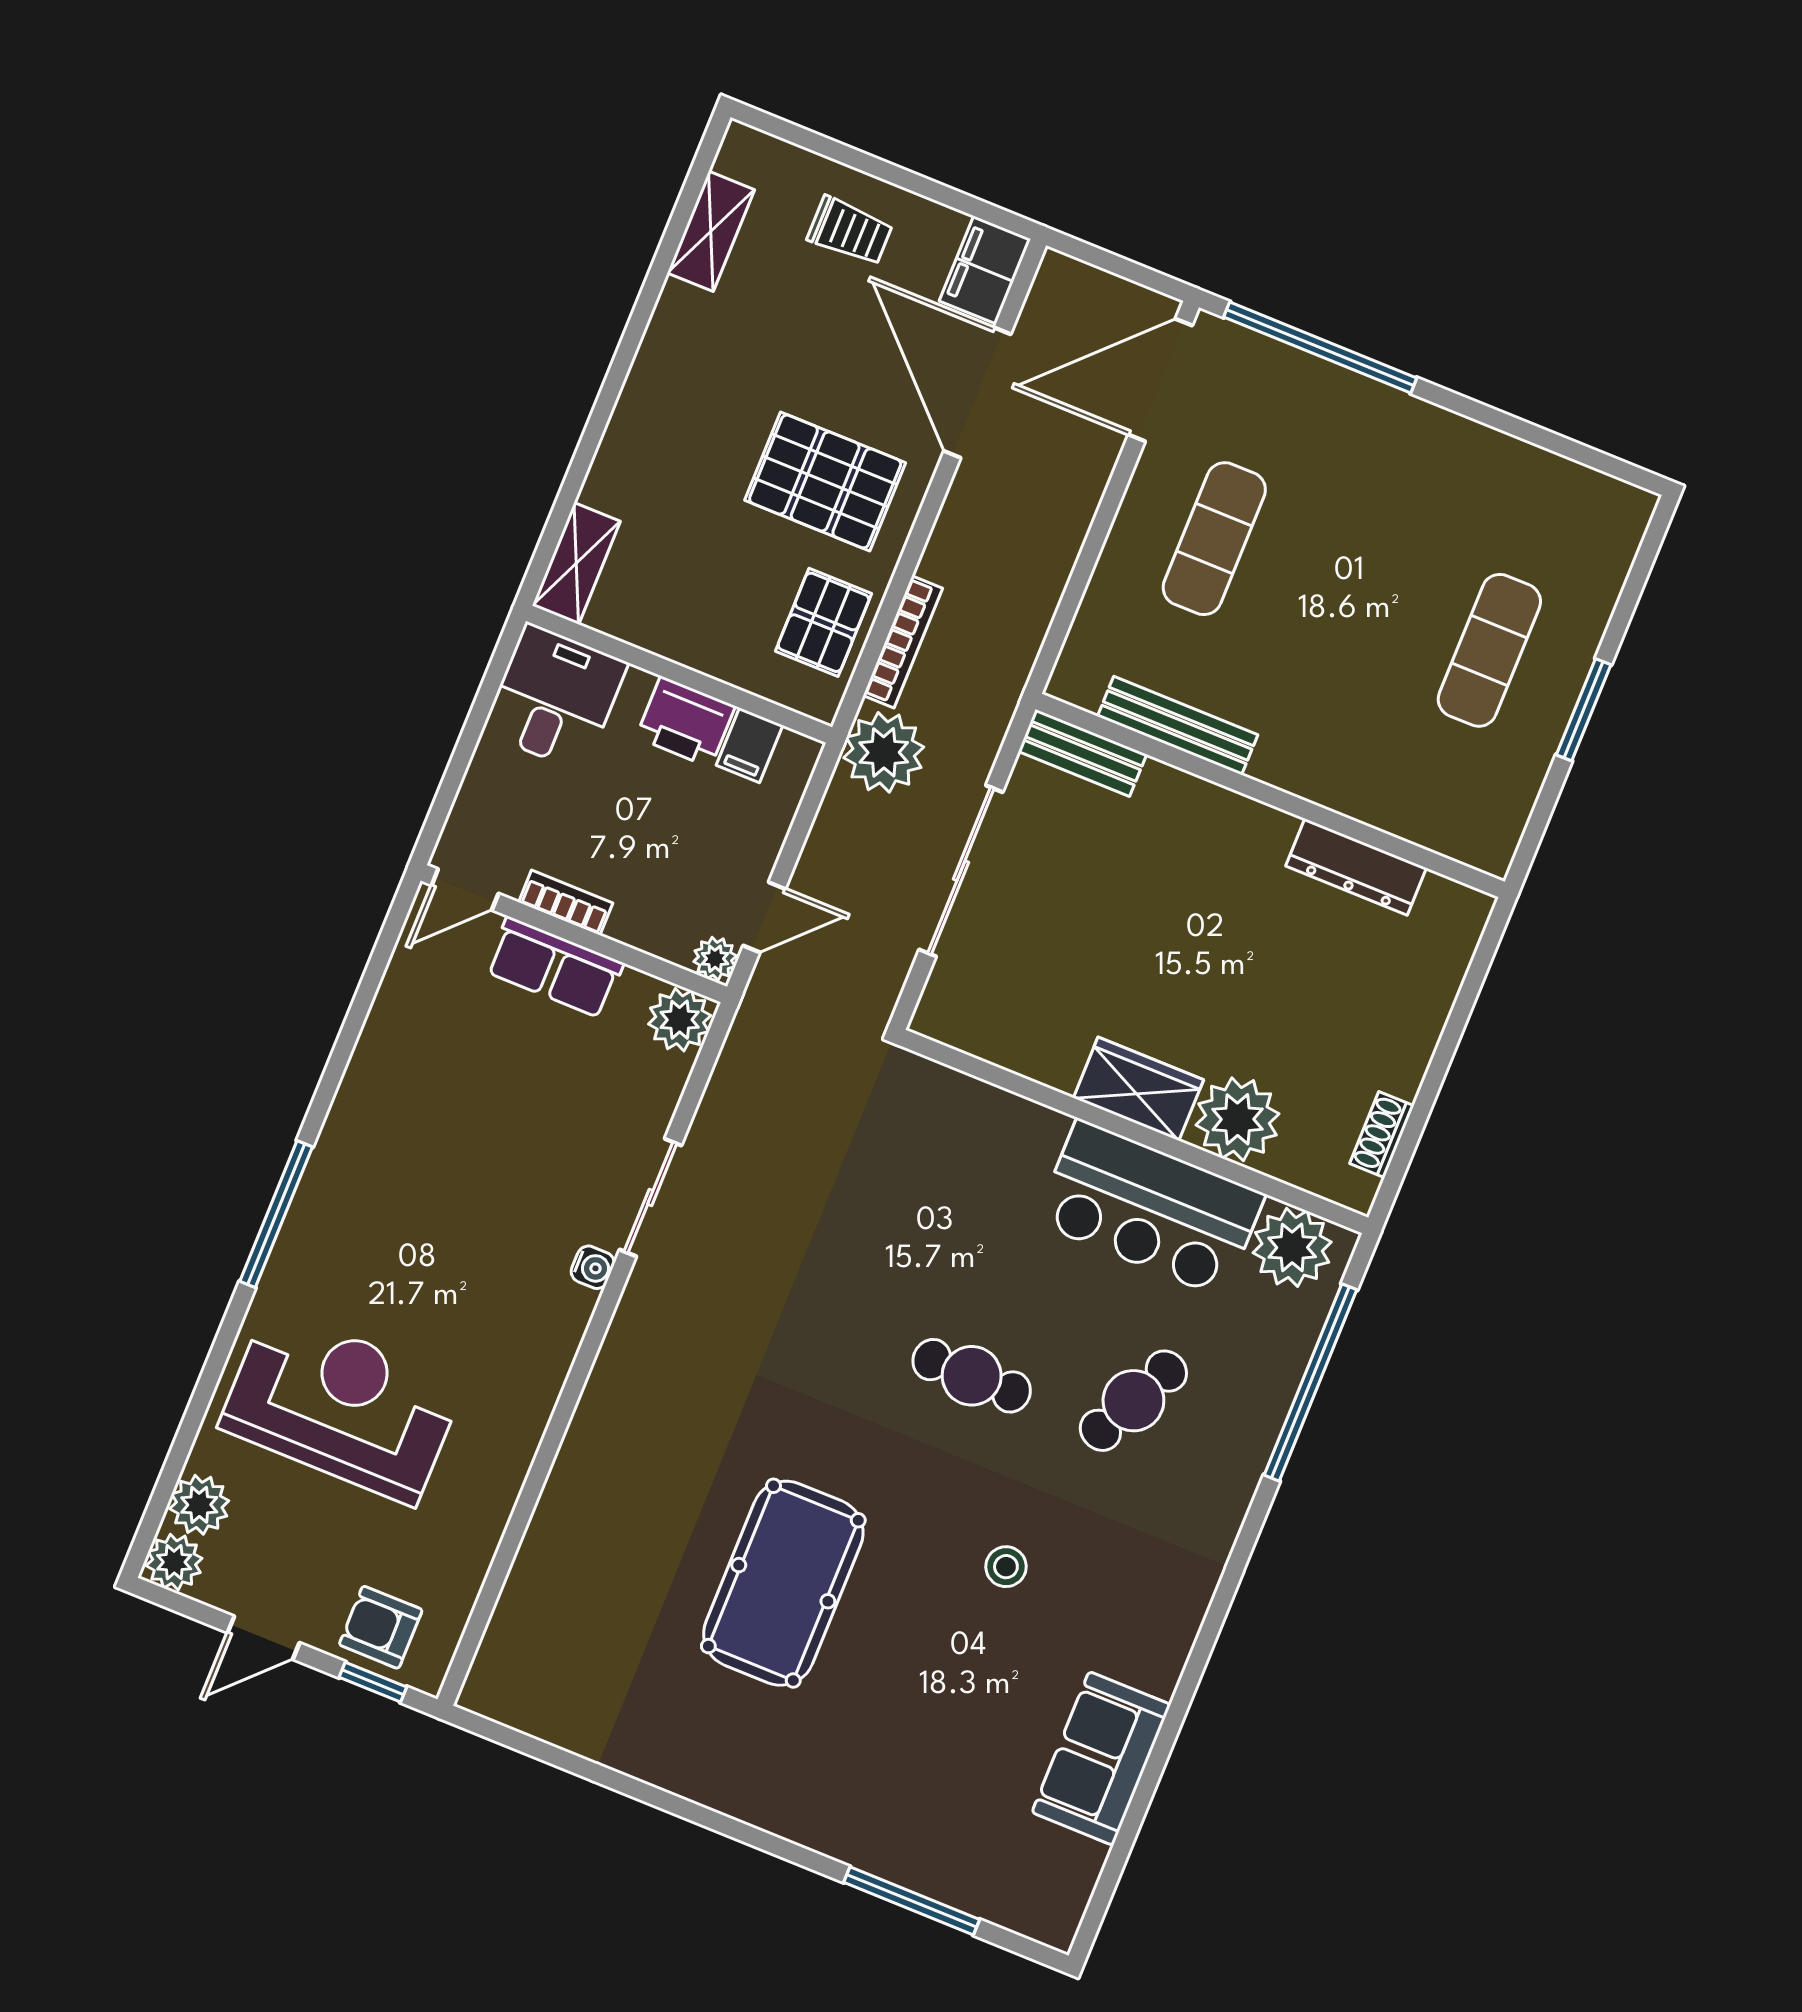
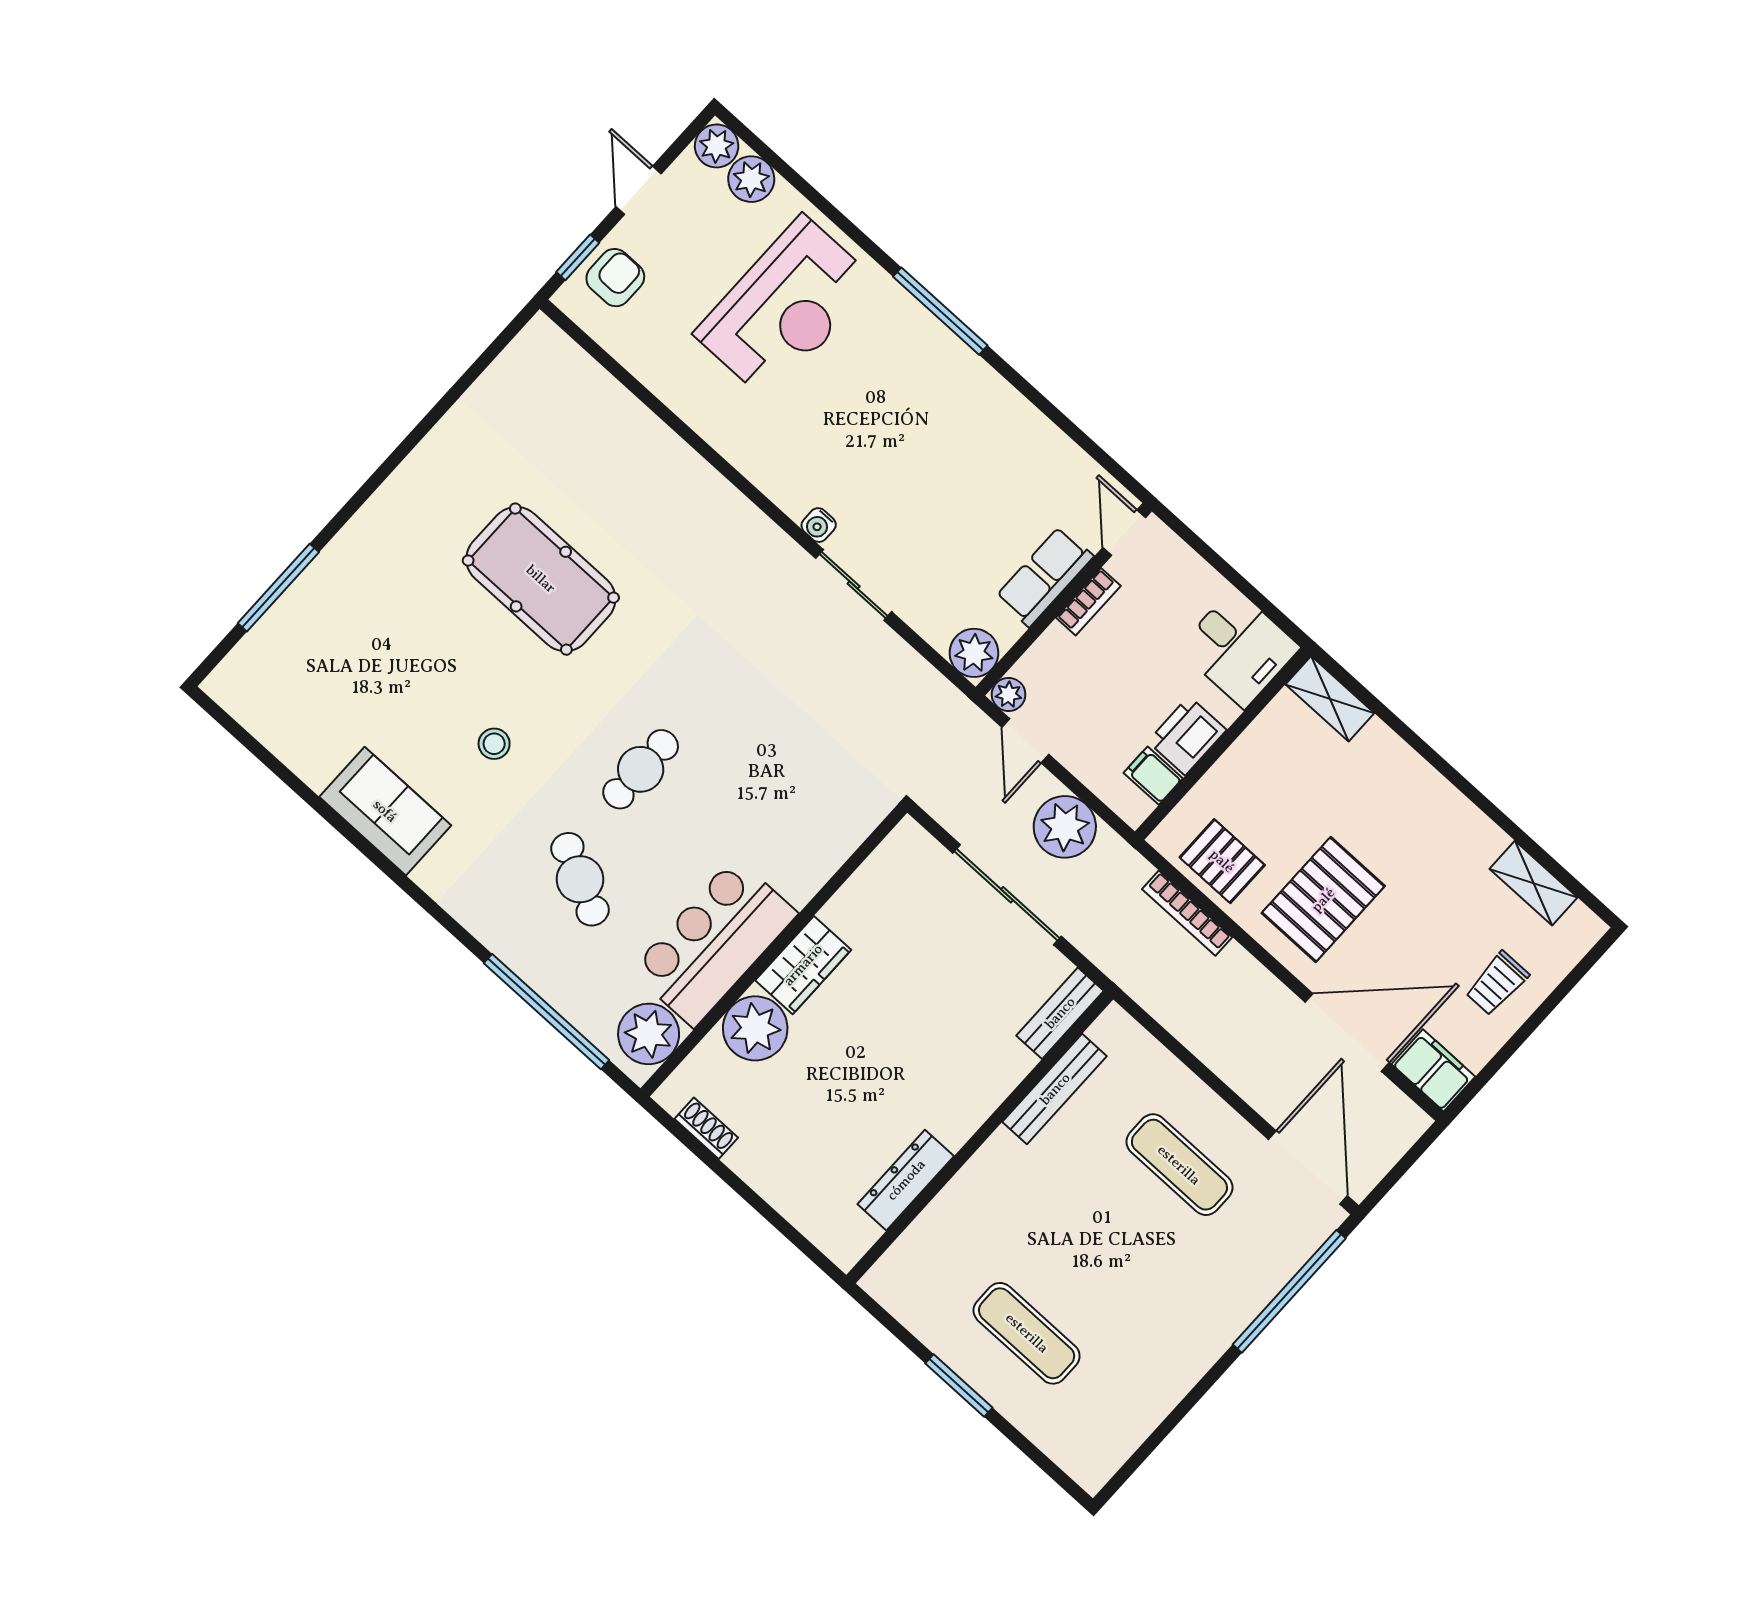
plant: (884, 752) -> (1065, 827), moved
sofa: (1101, 1758) -> (385, 811), moved

